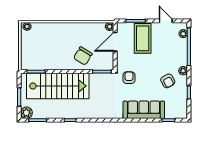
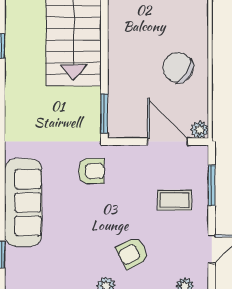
coffee table: (143, 38) -> (175, 200), width x0.54, depth x0.58
chair: (83, 56) -> (178, 68), moved
armchair: (168, 81) -> (132, 253), moved

